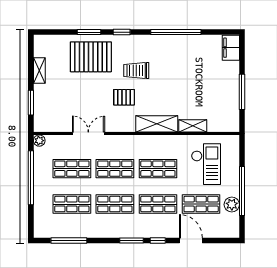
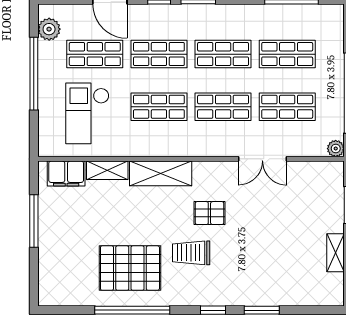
filing cabinet: (231, 48) -> (66, 173), moved, turned 90
pallet: (91, 57) -> (130, 268), moved
trolley: (136, 71) -> (191, 253), turned 180
plant: (232, 205) -> (49, 29), moved

